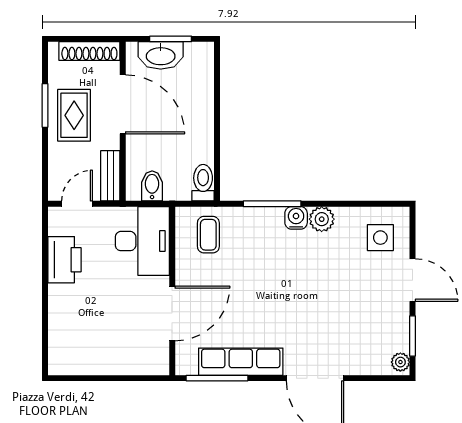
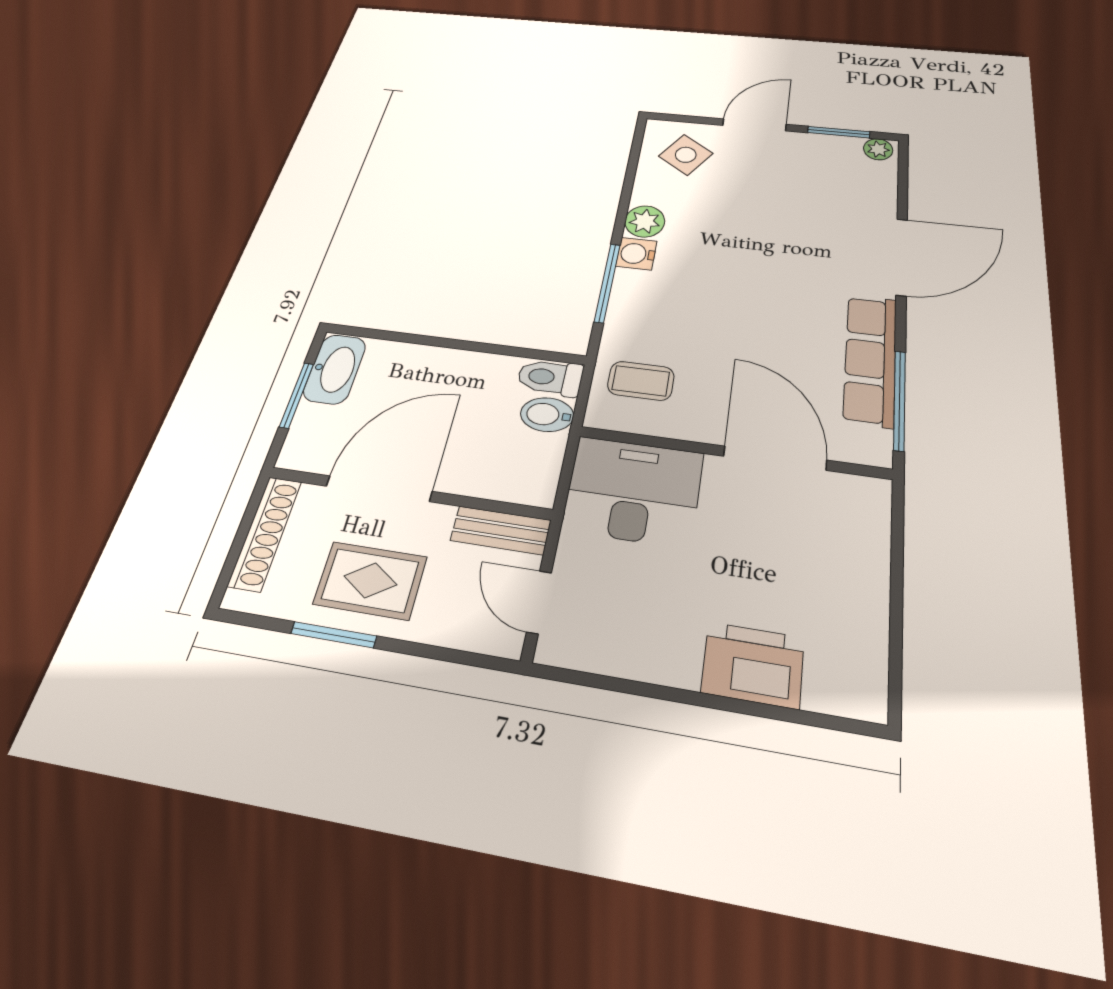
washbasin: (161, 55) -> (335, 369), moved
bidet: (152, 186) -> (547, 415), moved
side table: (380, 238) -> (686, 155), turned 34
printer: (64, 260) -> (753, 665), moved

